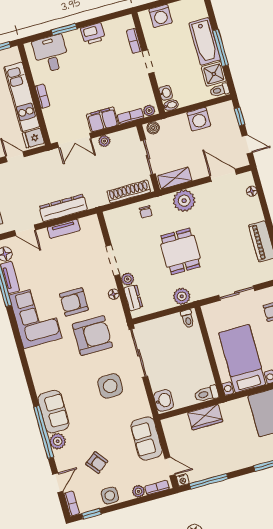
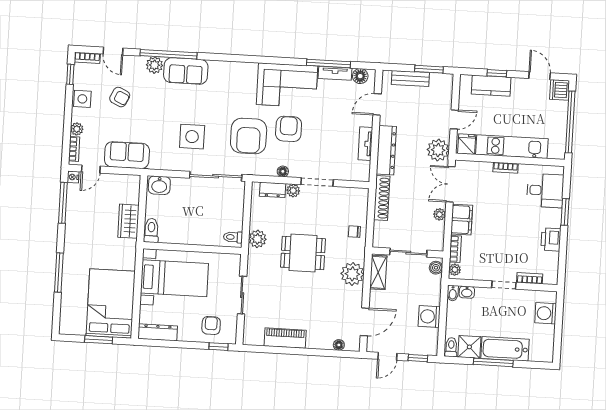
plant: (47, 162) -> (438, 150), added
shoe rack: (129, 192) -> (382, 198), moved
armchair: (97, 463) -> (120, 97), turned -117

